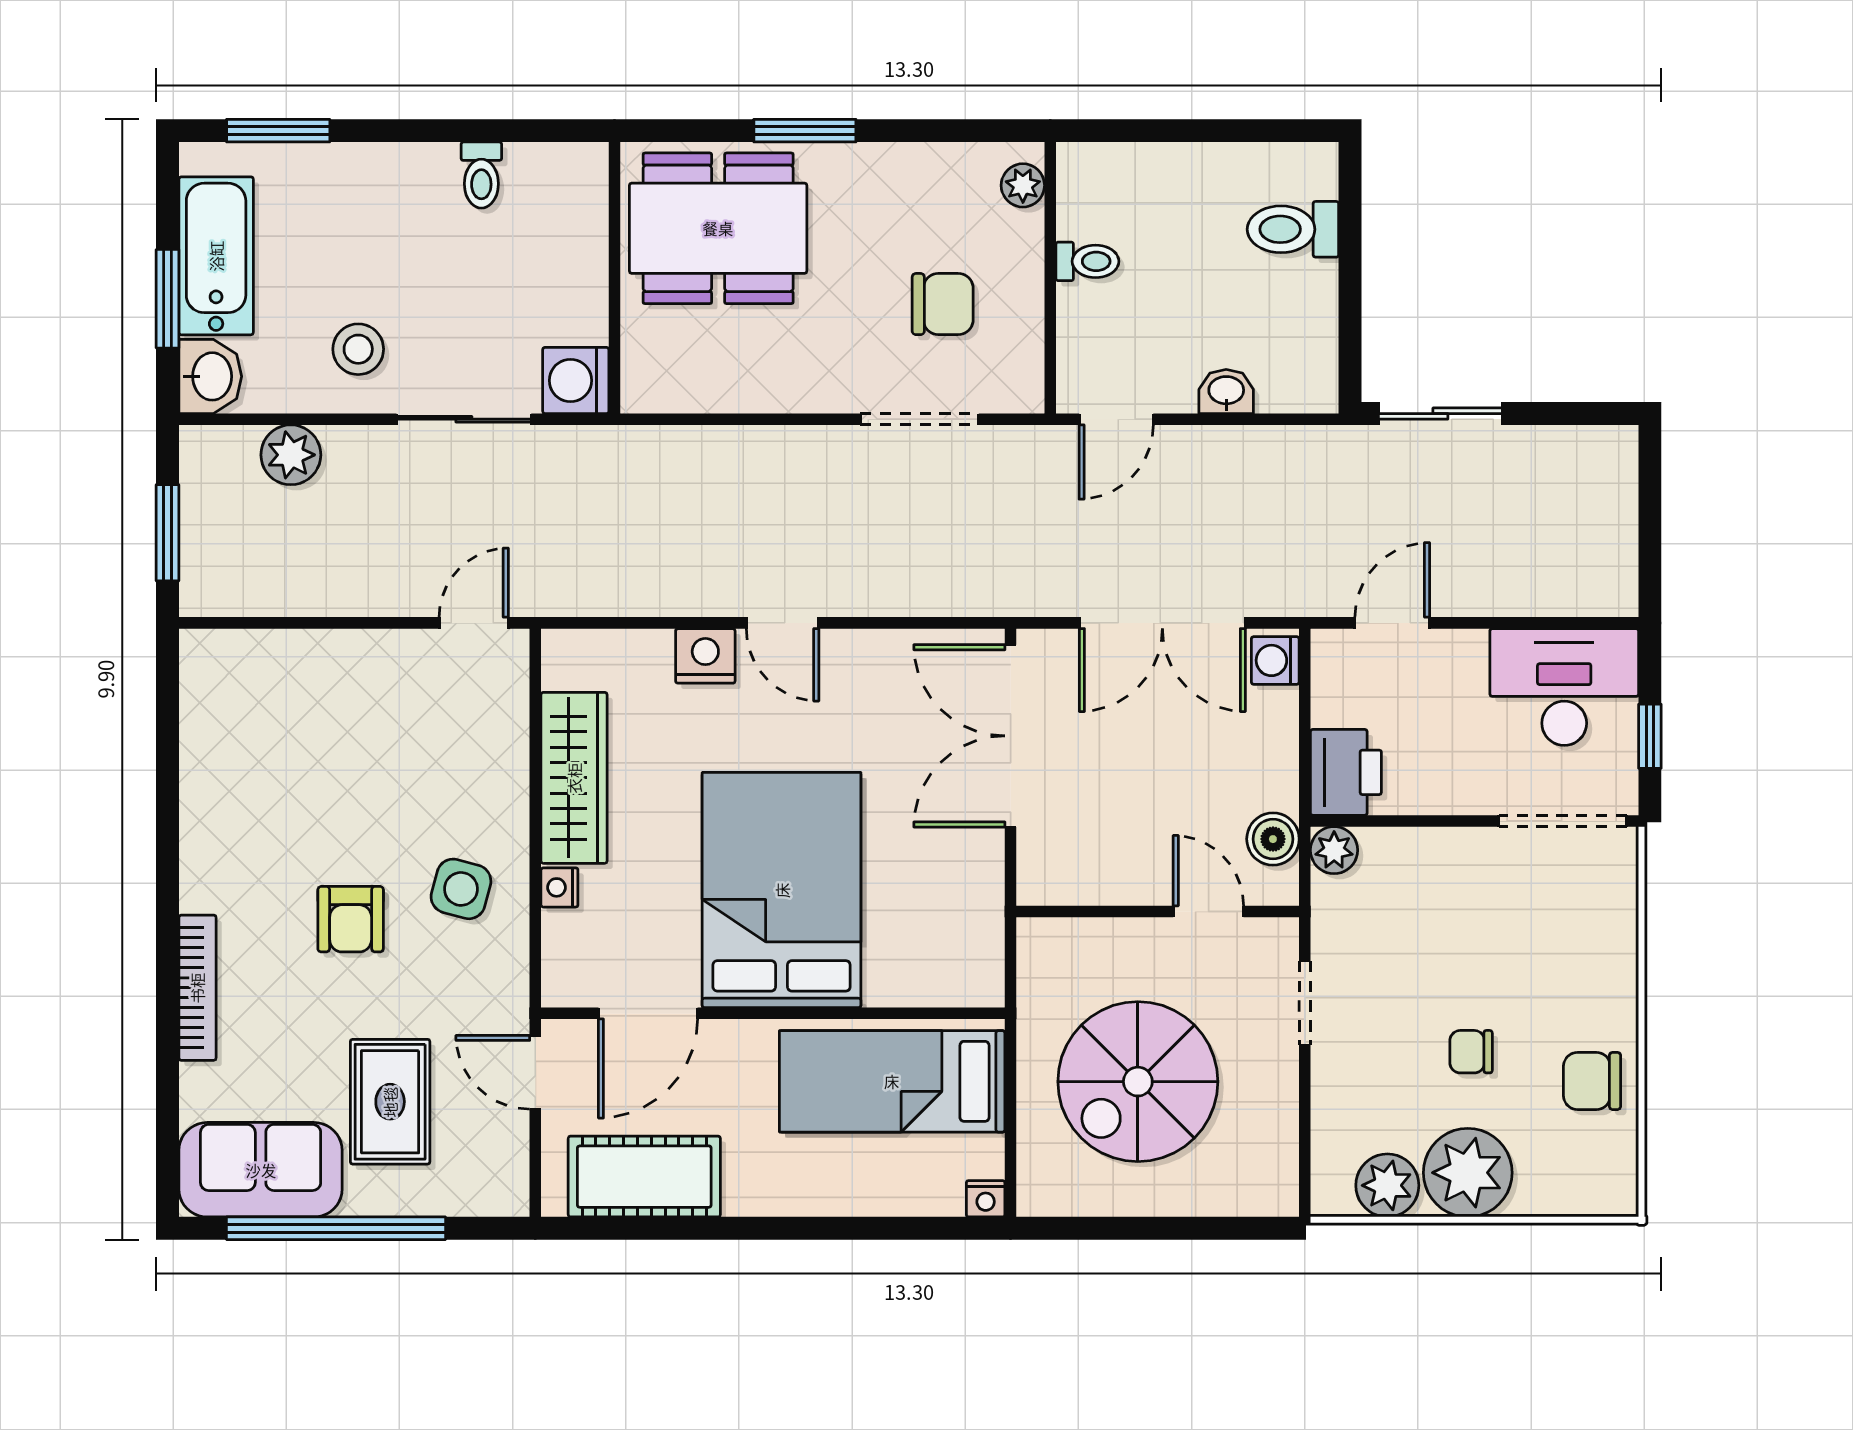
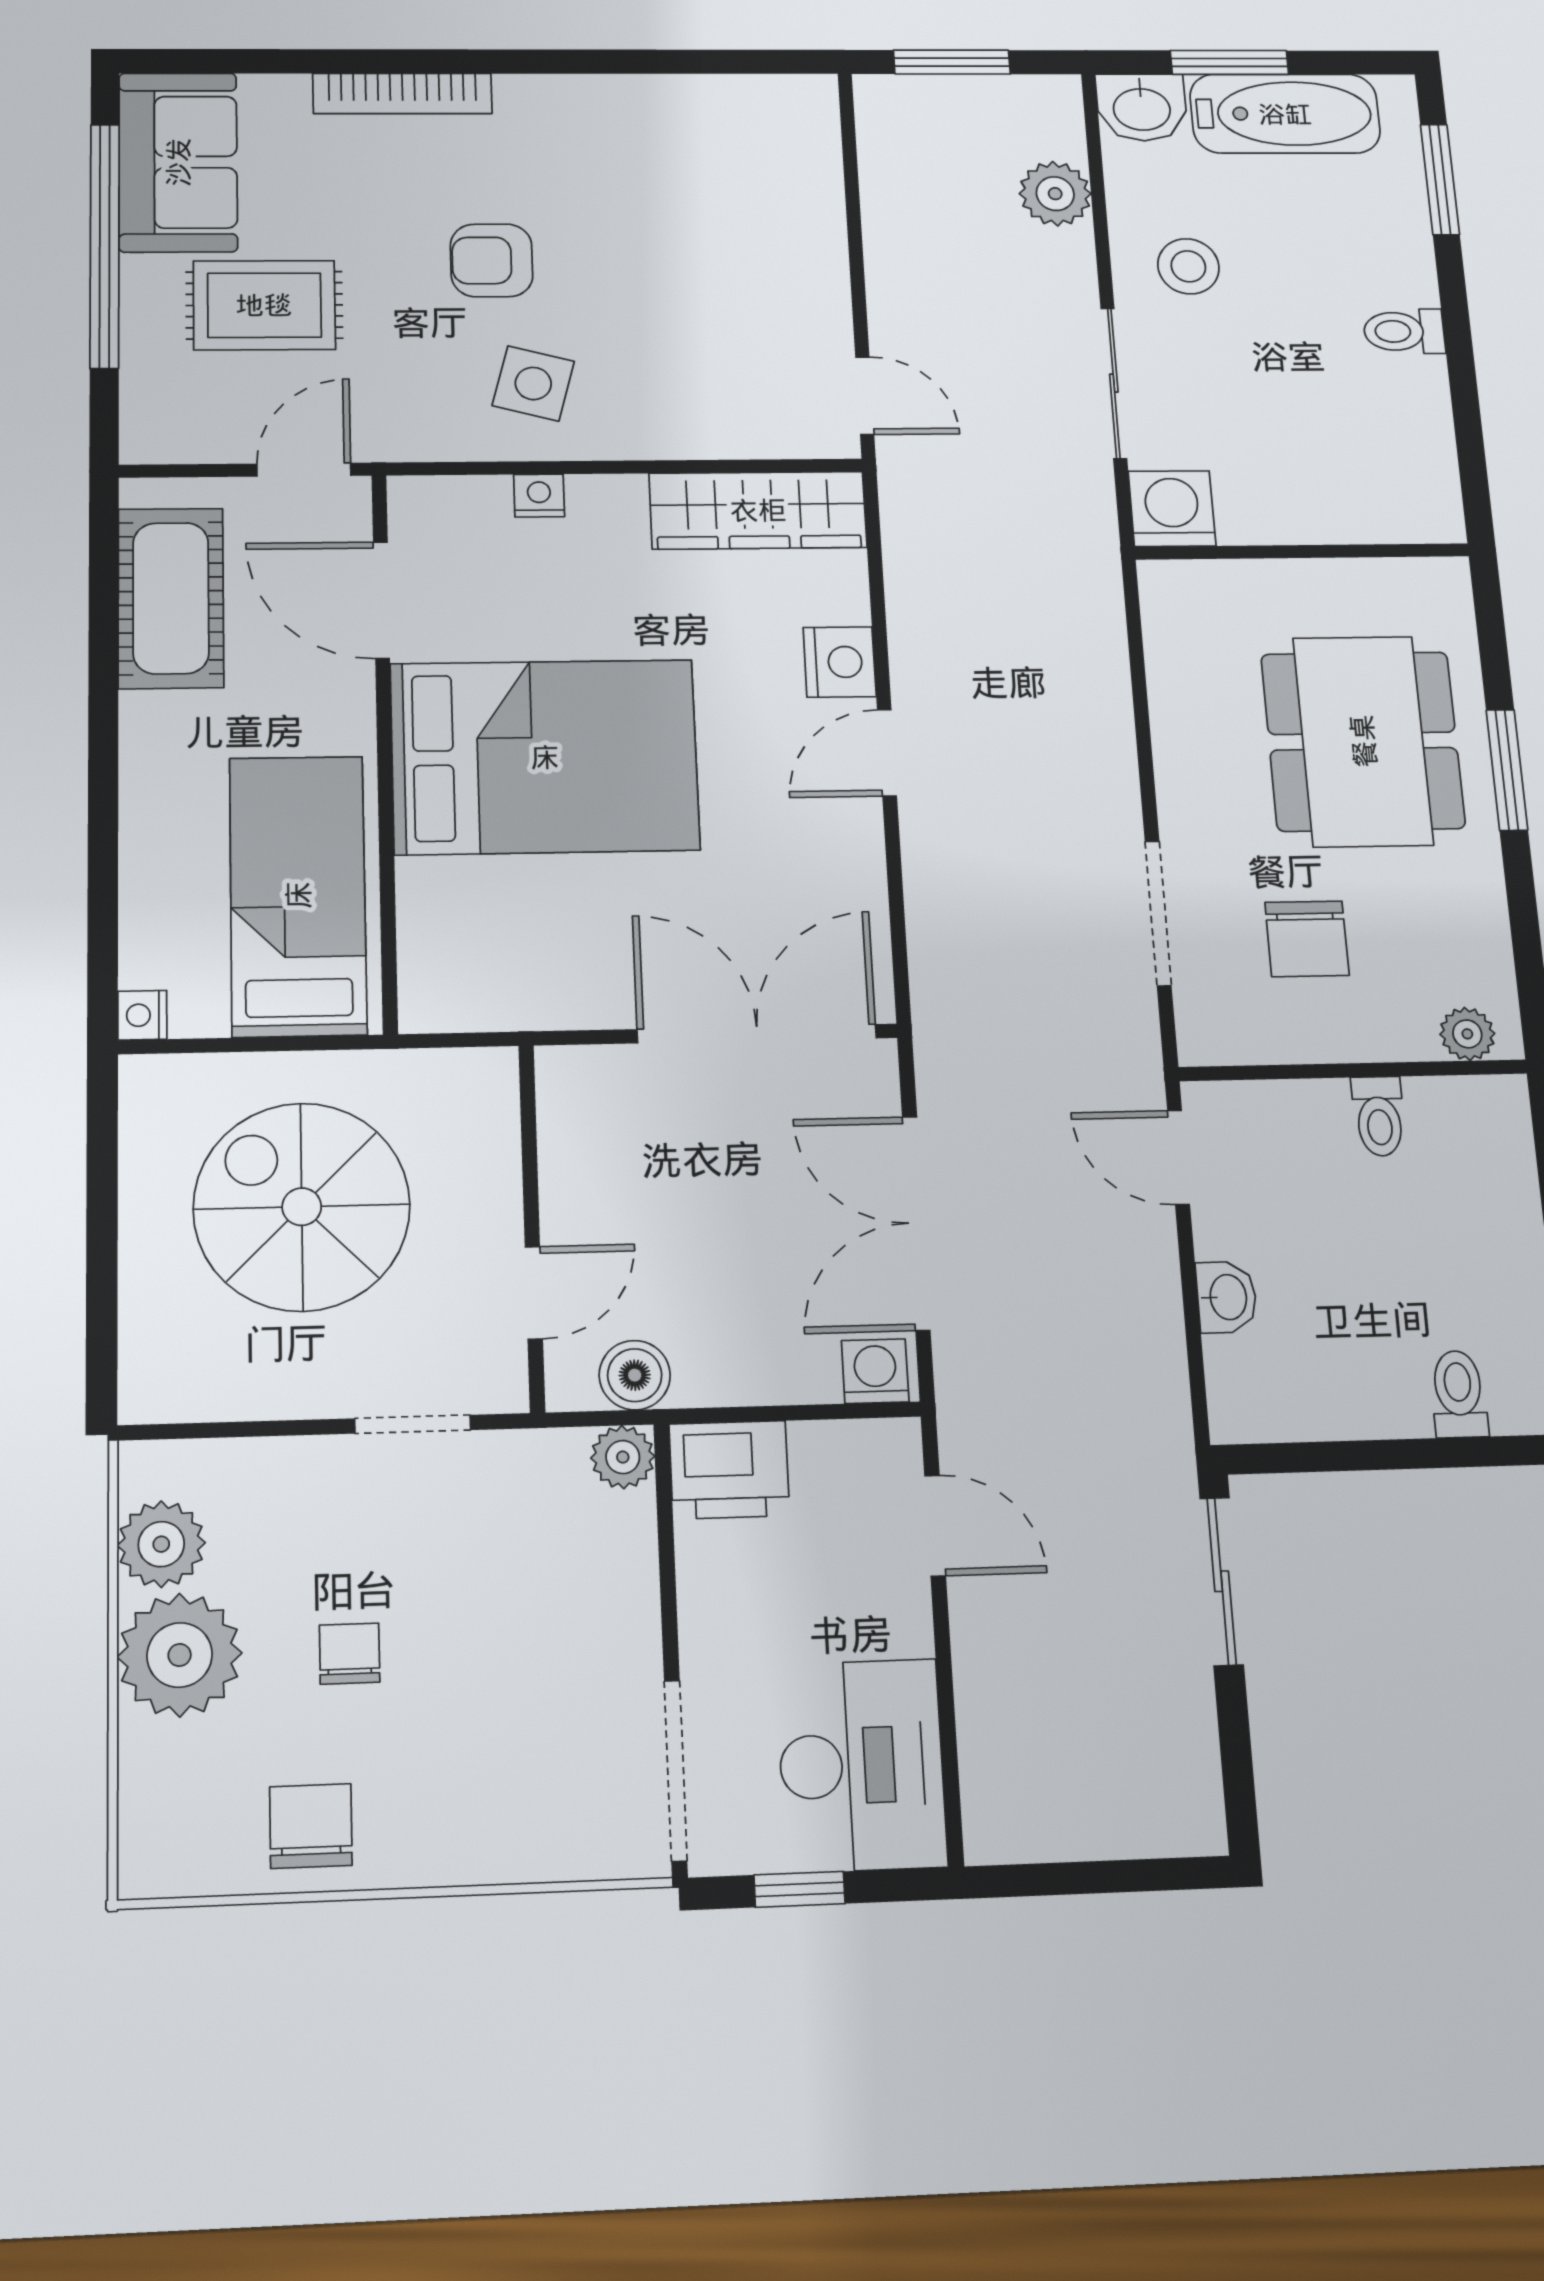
toilet: (481, 175) -> (1404, 331), moved
dining table: (718, 228) -> (1363, 741), moved
toilet: (1293, 229) -> (1459, 1394), width x0.73, depth x0.72
wardrobe: (574, 778) -> (758, 510), moved

